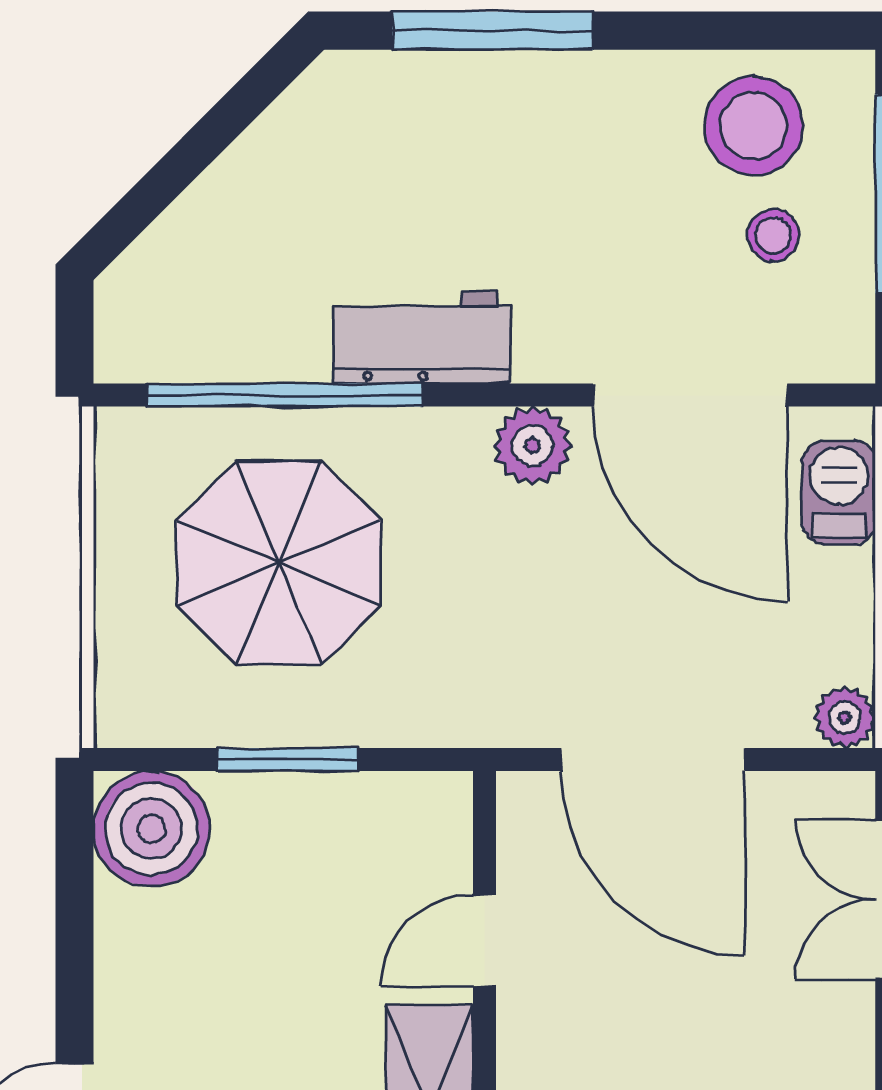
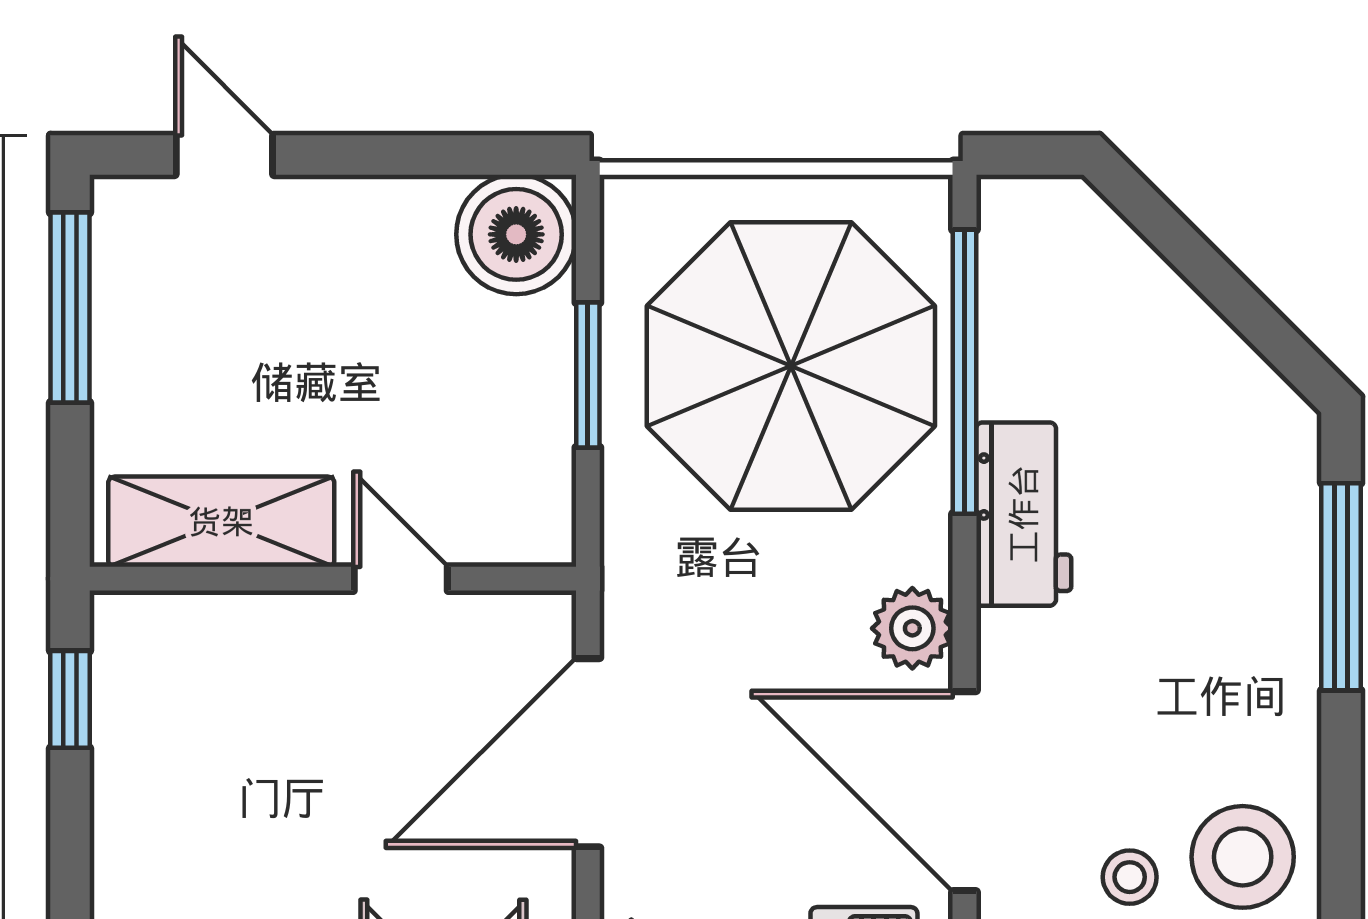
door: (690, 395) -> (964, 791), hinge flipped
parasol: (279, 563) -> (791, 366), width x1.36, depth x1.36

